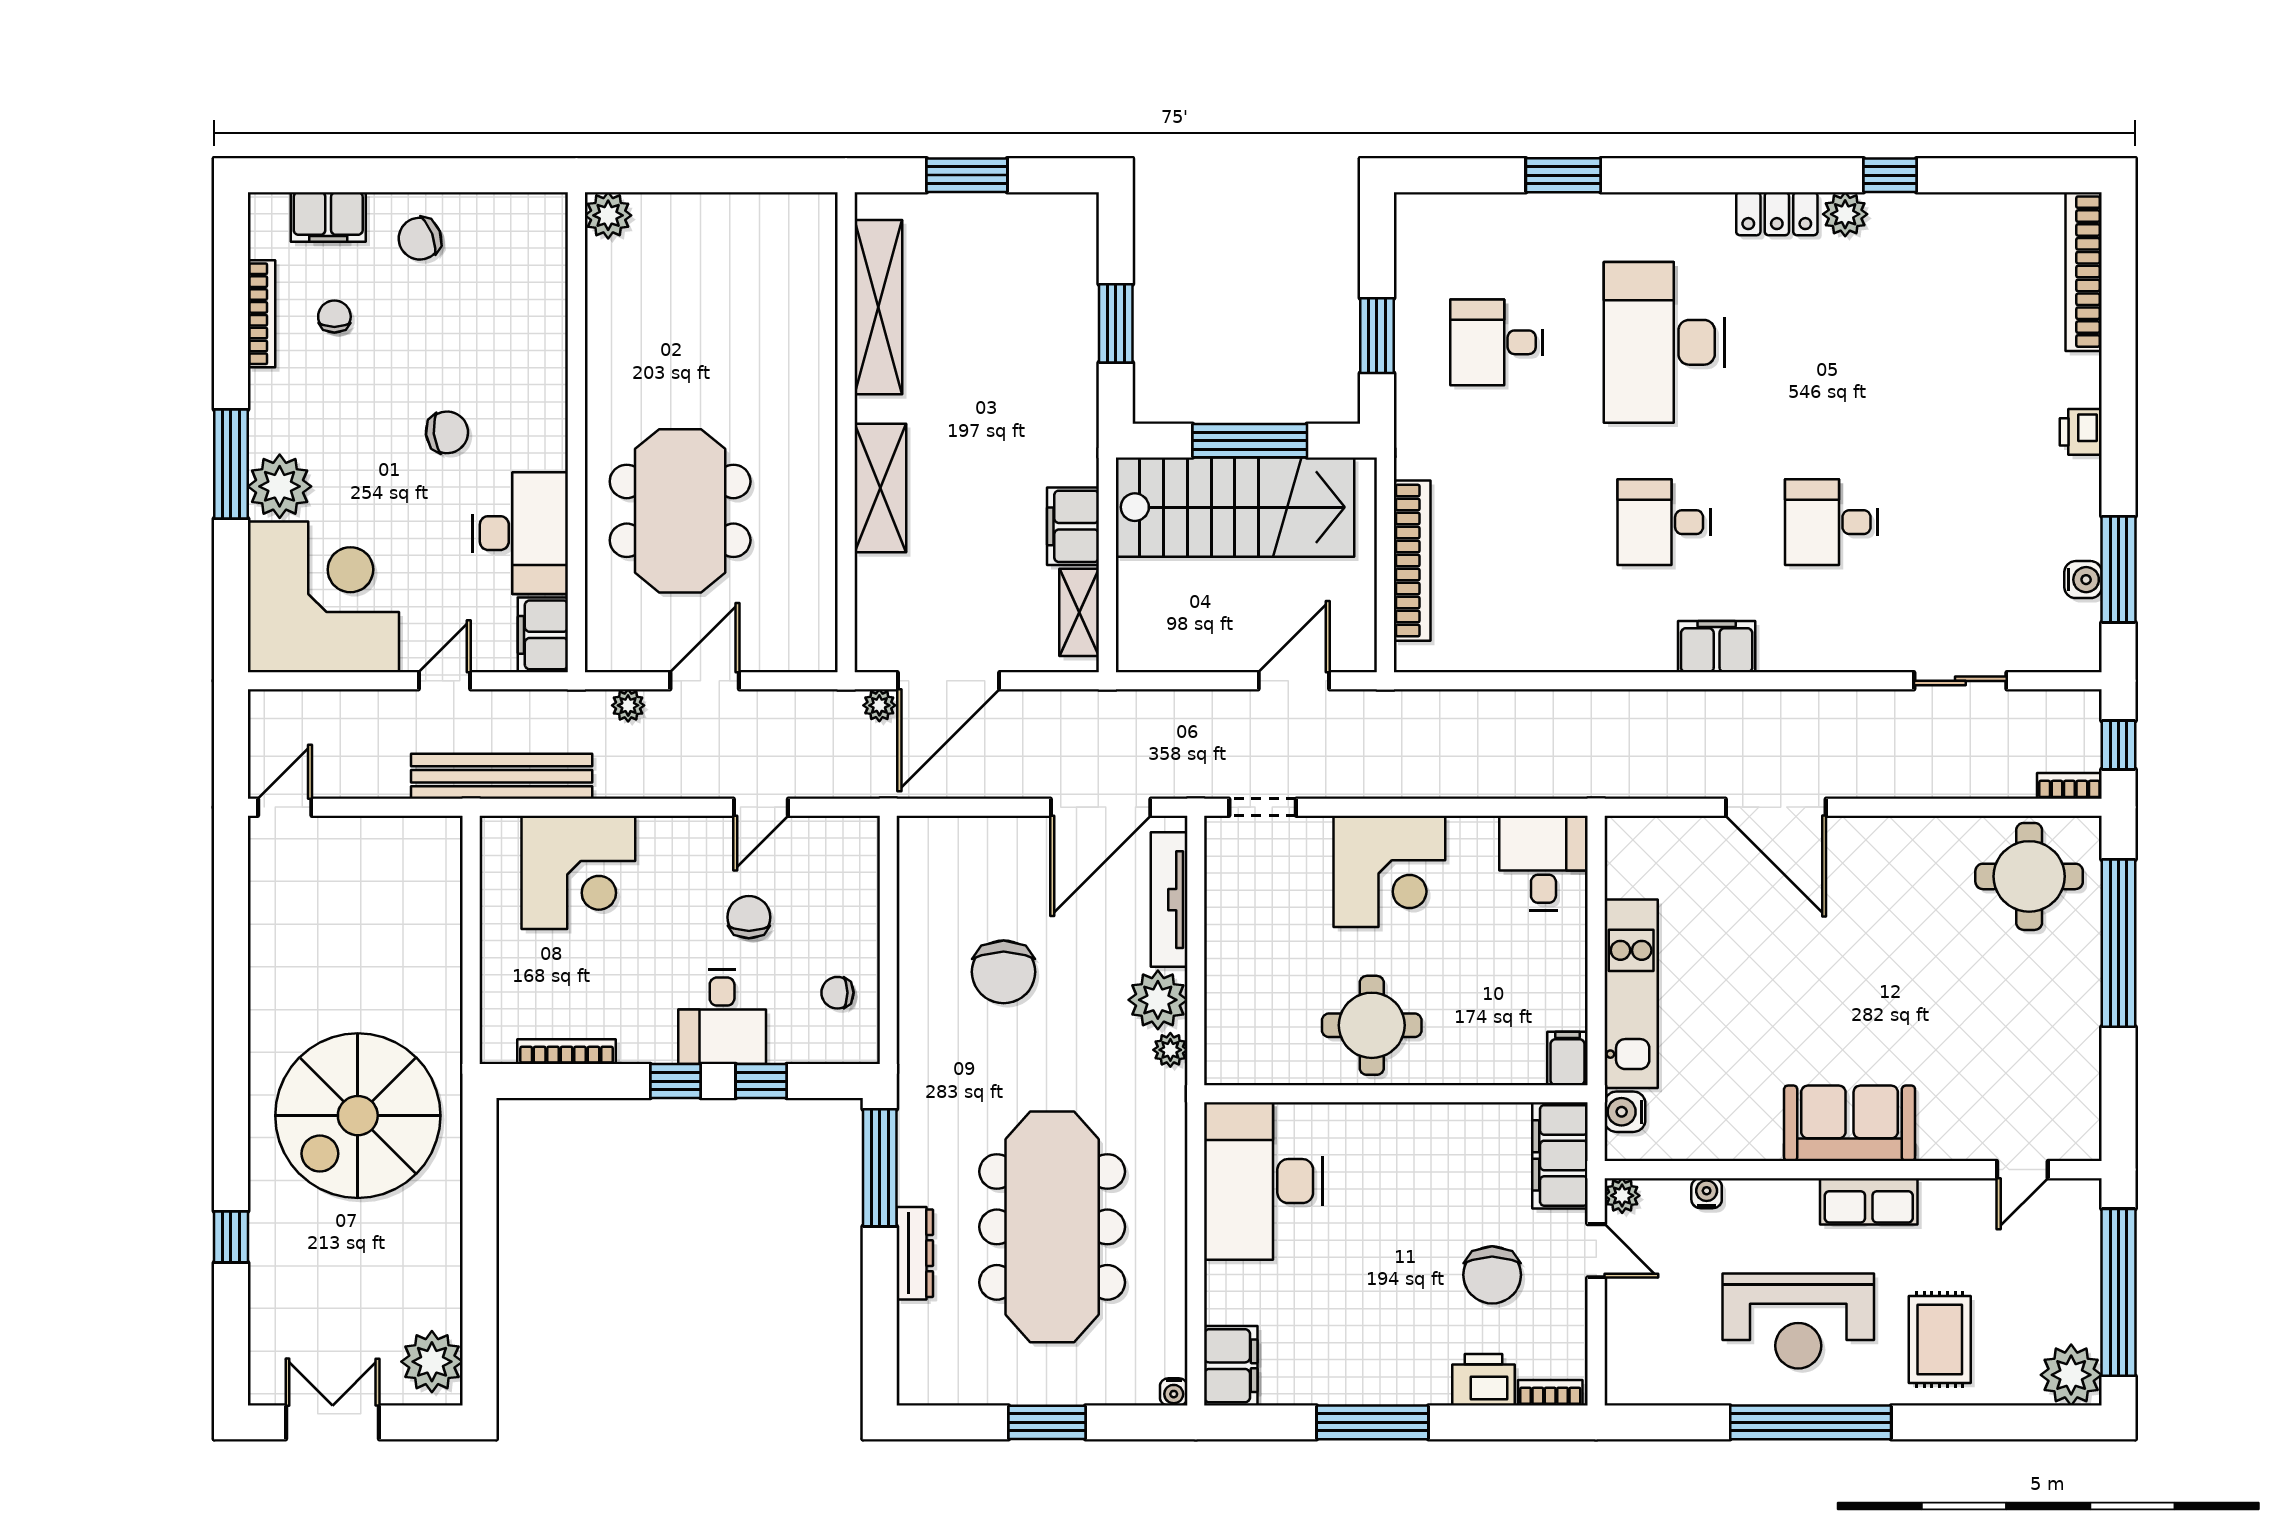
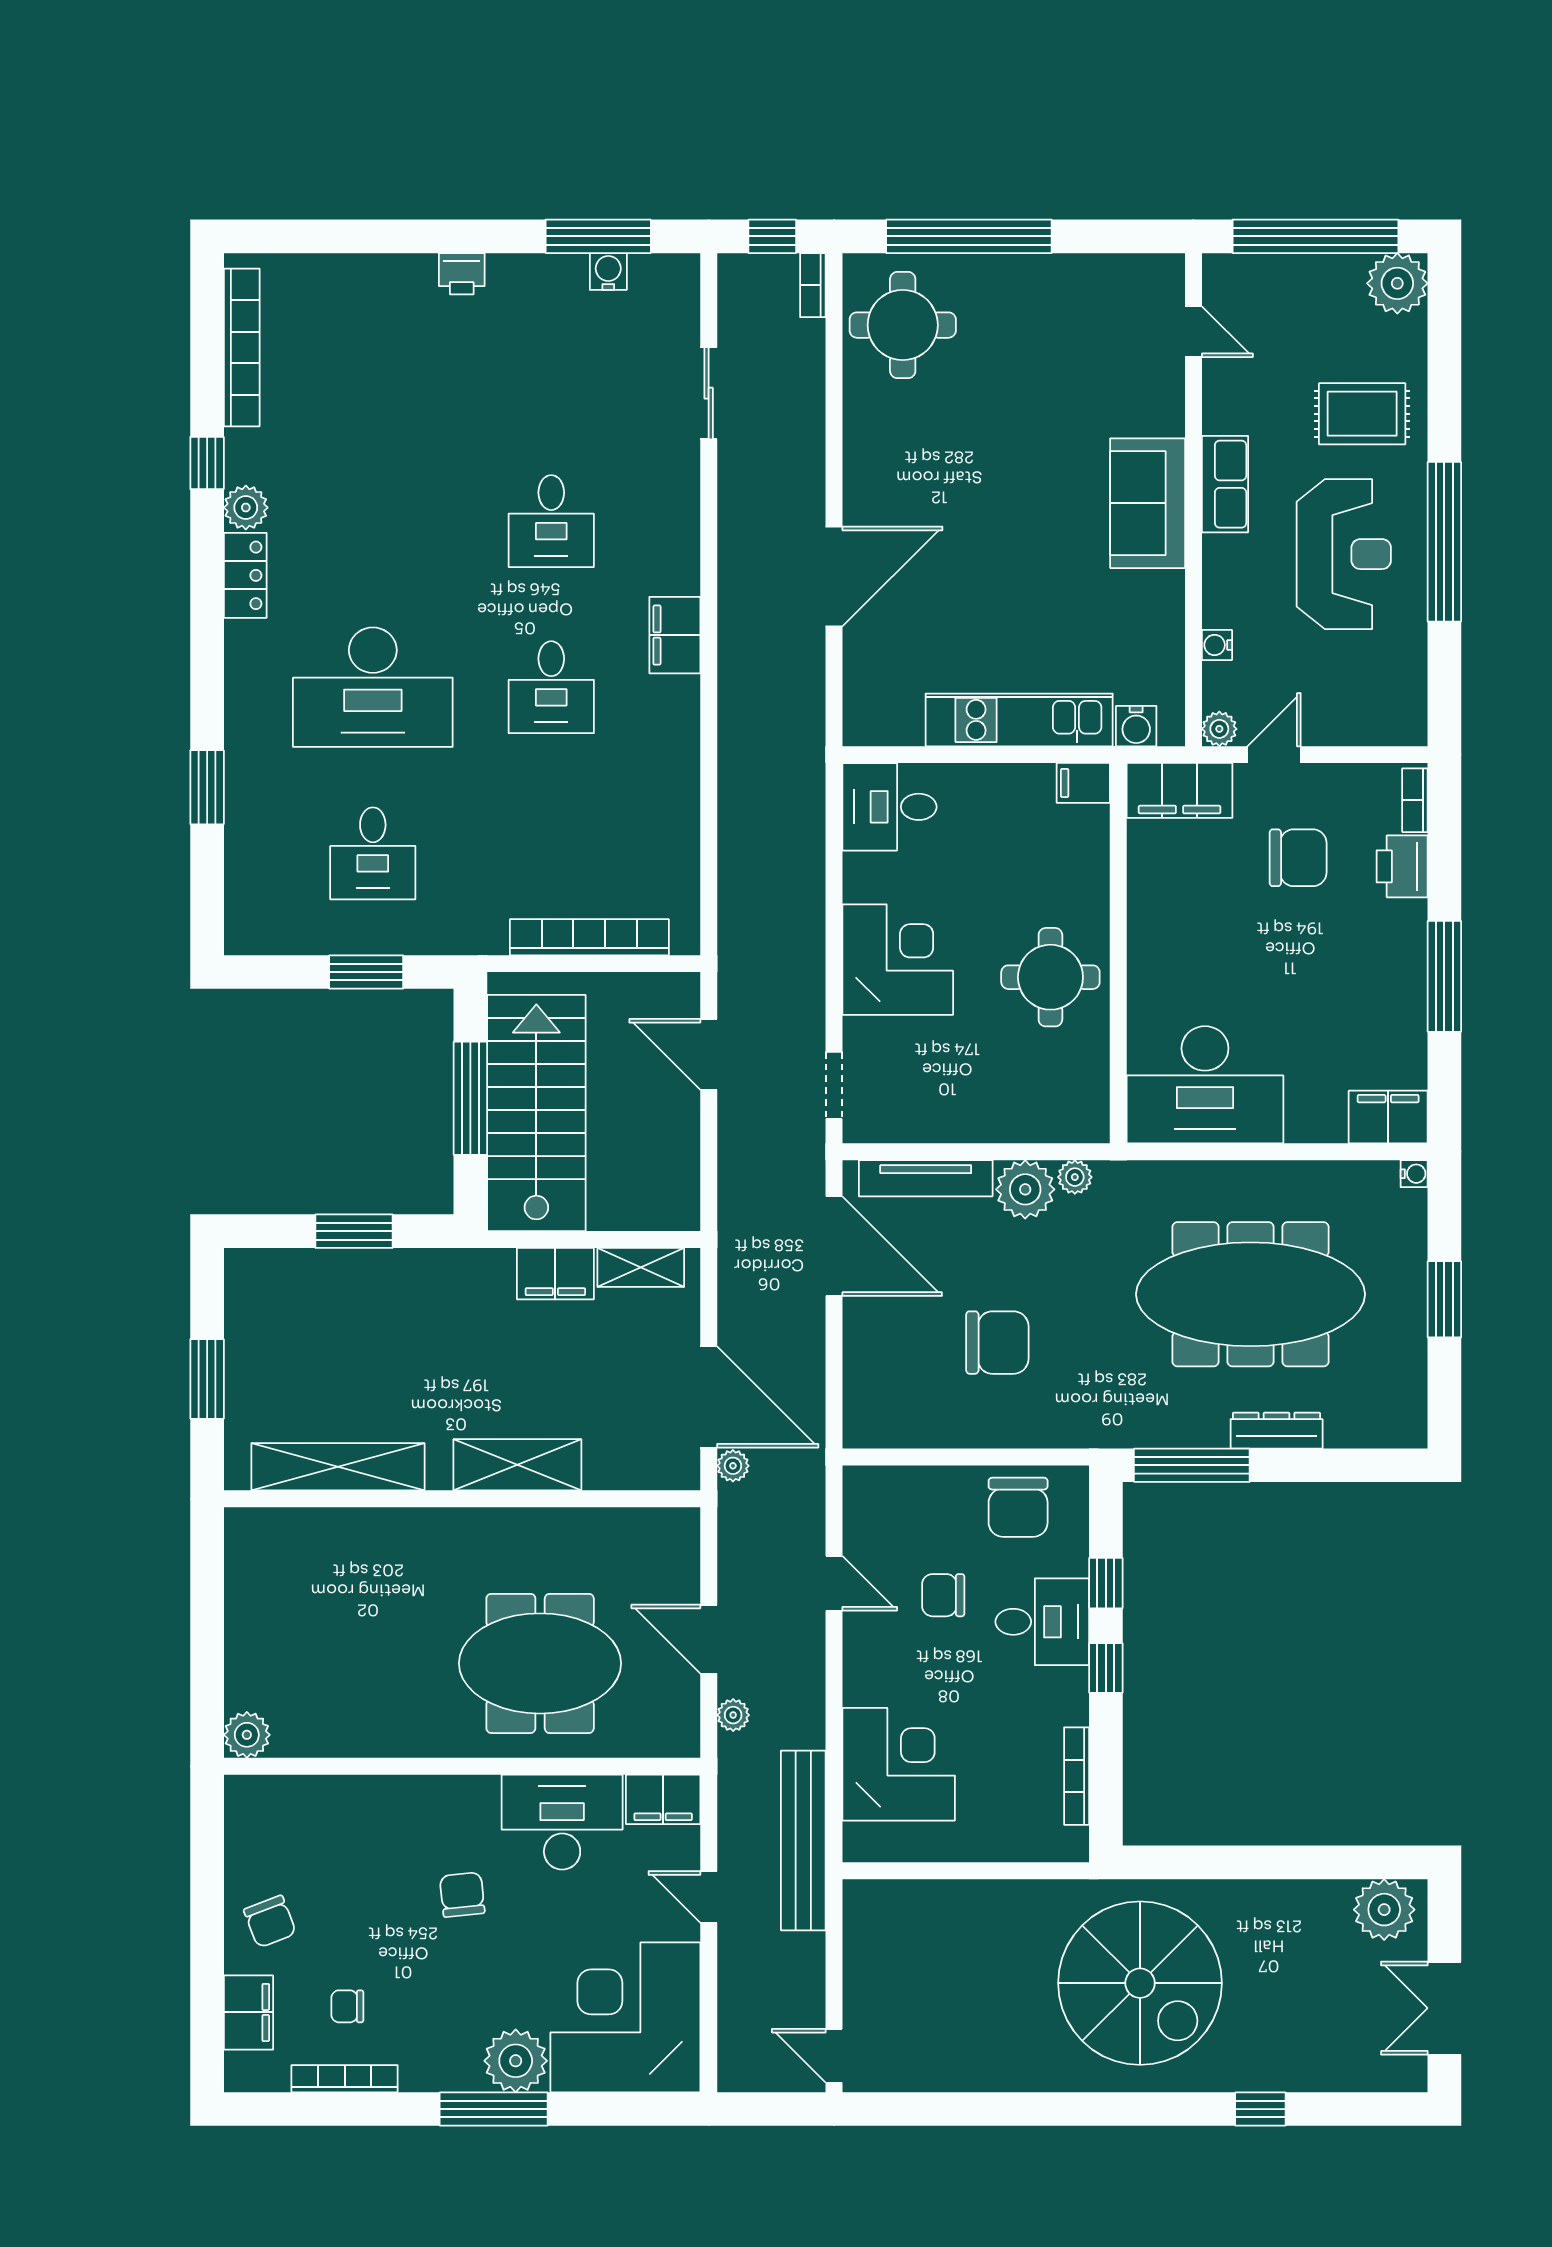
bookcase: (2084, 272) -> (242, 347), moved, turned -90
chair: (837, 993) -> (1018, 1507), width x1.87, depth x1.87

